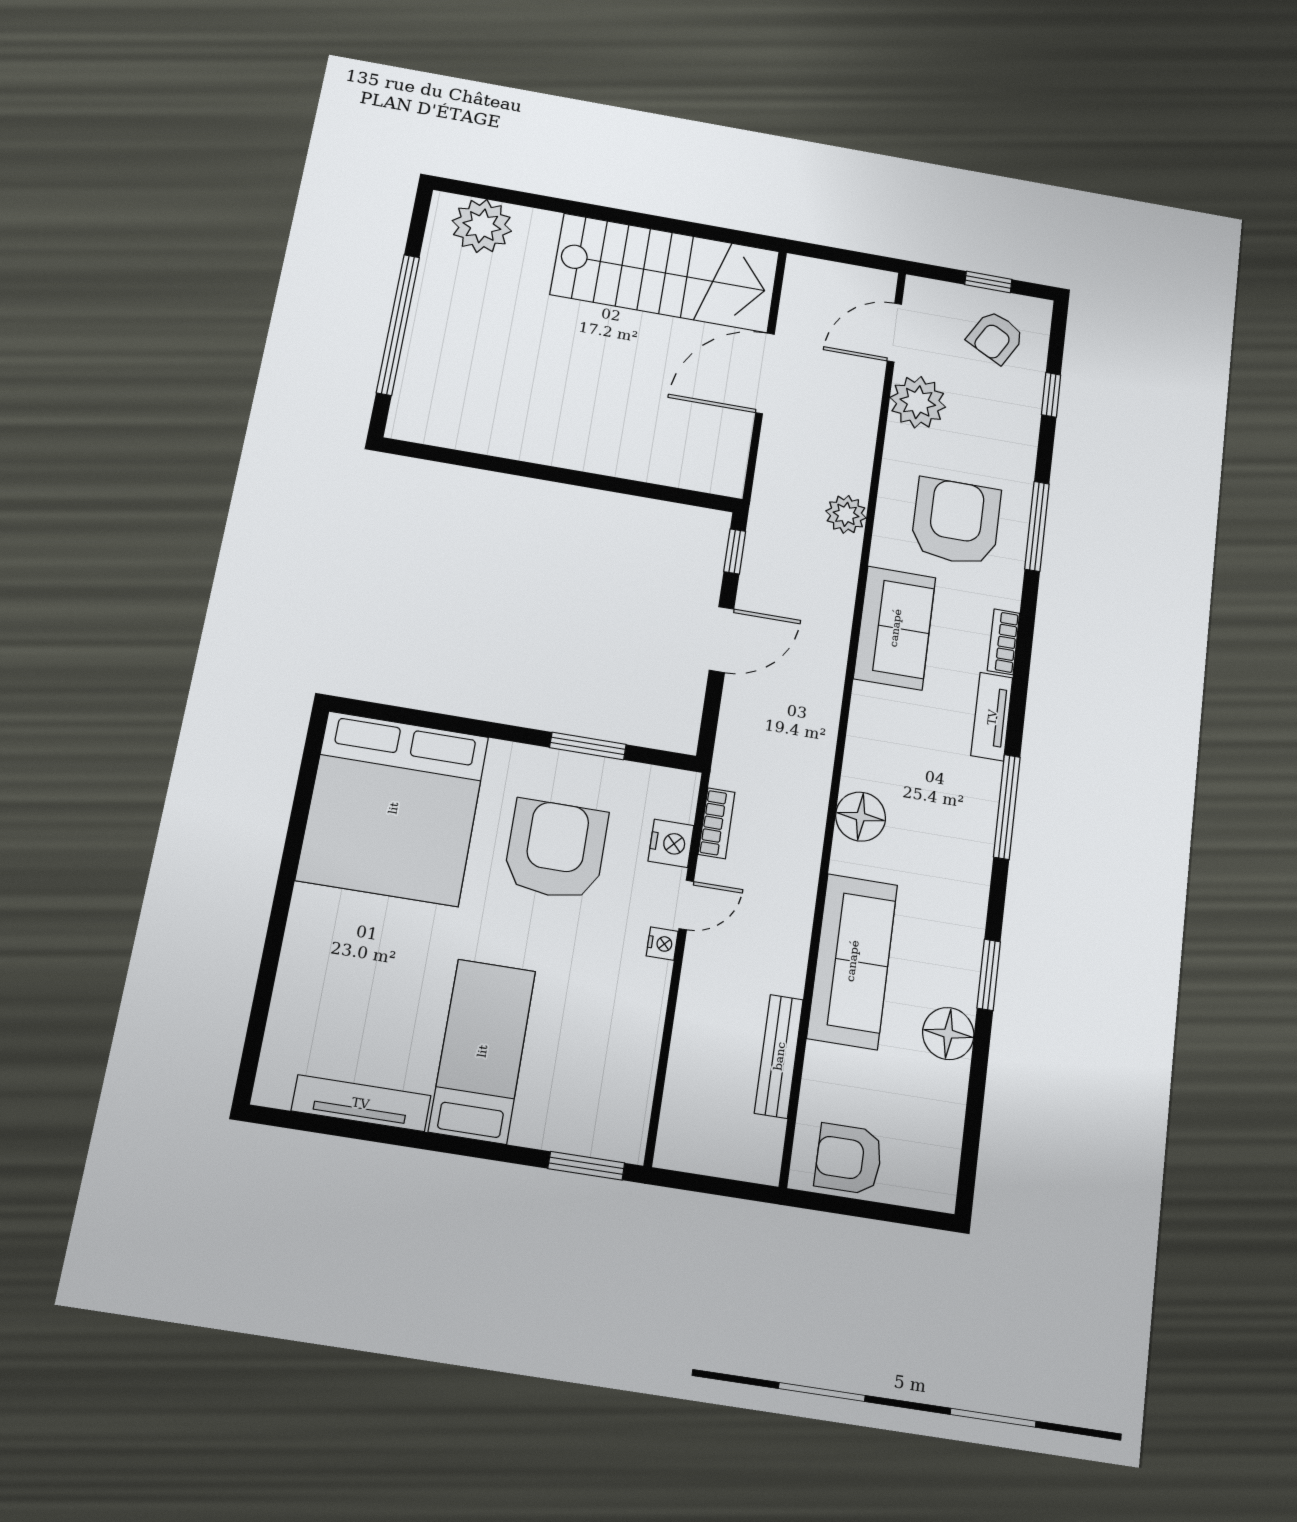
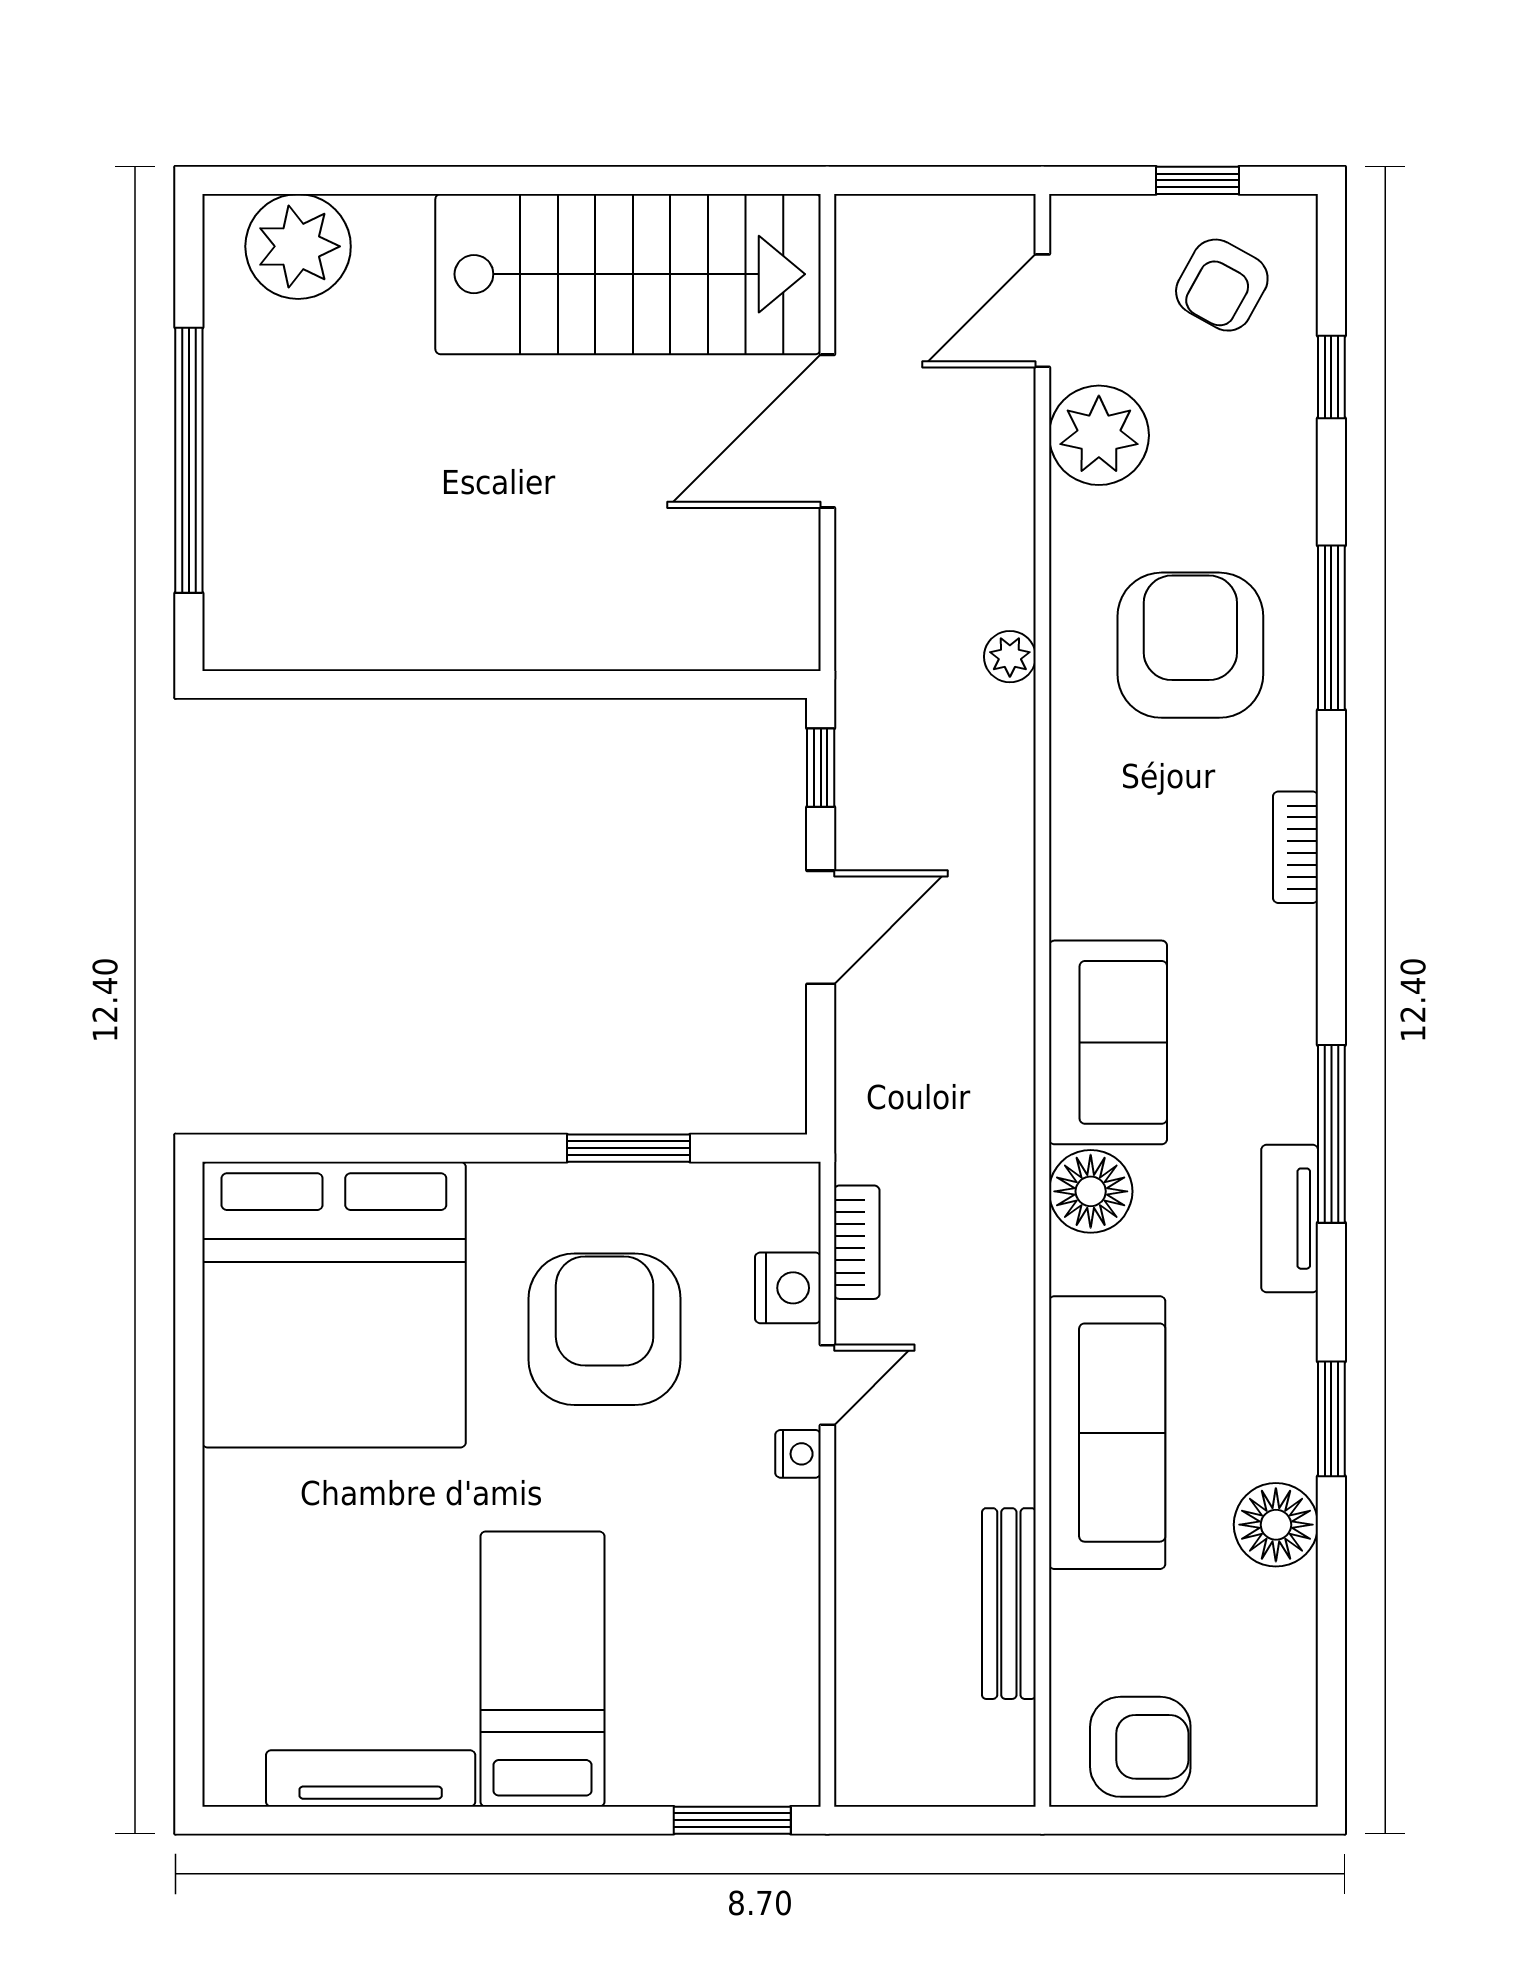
plant: (846, 514) -> (1010, 657), width x0.73, depth x0.73
sofa: (895, 628) -> (1108, 1042), moved
tv unit: (992, 717) -> (1290, 1219), moved
armchair: (849, 1159) -> (1140, 1747), turned 180

